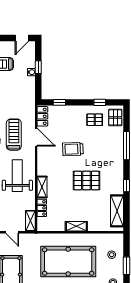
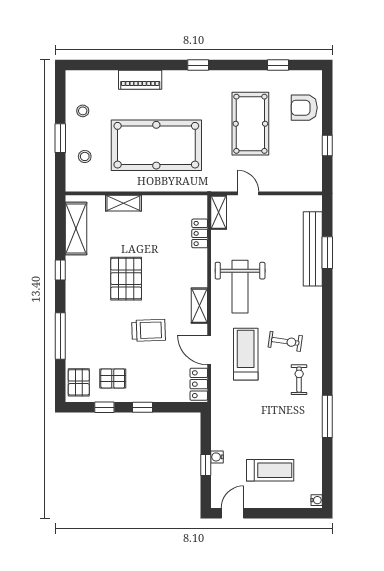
window: (59, 102) -> (142, 407), moved
treadmill: (14, 135) -> (246, 354), turned 180
pallet: (87, 180) -> (126, 279), turned 90
shelving: (42, 187) -> (199, 306), moved
shelving: (76, 226) -> (123, 203), moved

